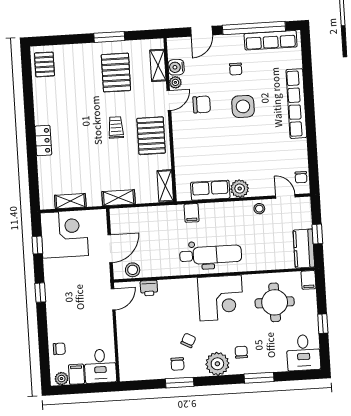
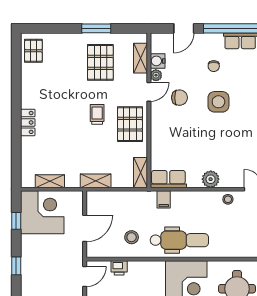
row of seats: (210, 190) -> (168, 179), moved
stool: (133, 270) -> (132, 237), moved

